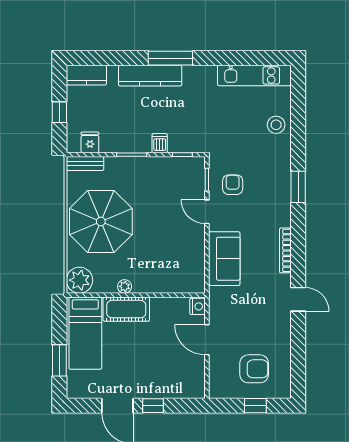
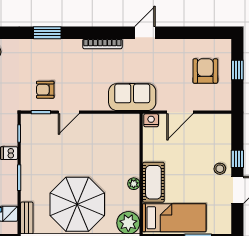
sofa: (224, 259) -> (132, 97), moved
stool: (142, 386) -> (220, 169), added

